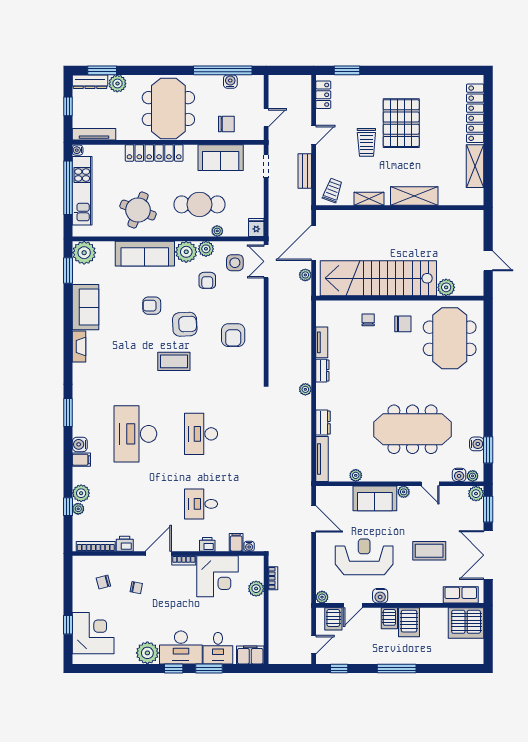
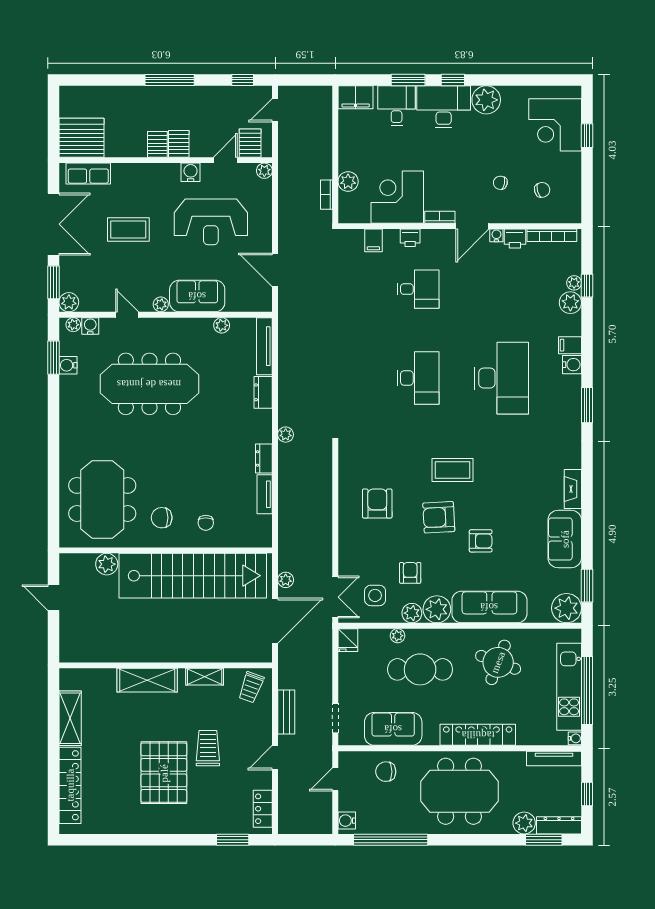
water cooler: (230, 82) -> (347, 821), moved, turned 90
meeting table: (168, 109) -> (460, 791), turned 90
water cooler: (249, 546) -> (496, 235), moved
server rack: (409, 622) -> (157, 144), width x0.73, depth x0.70

